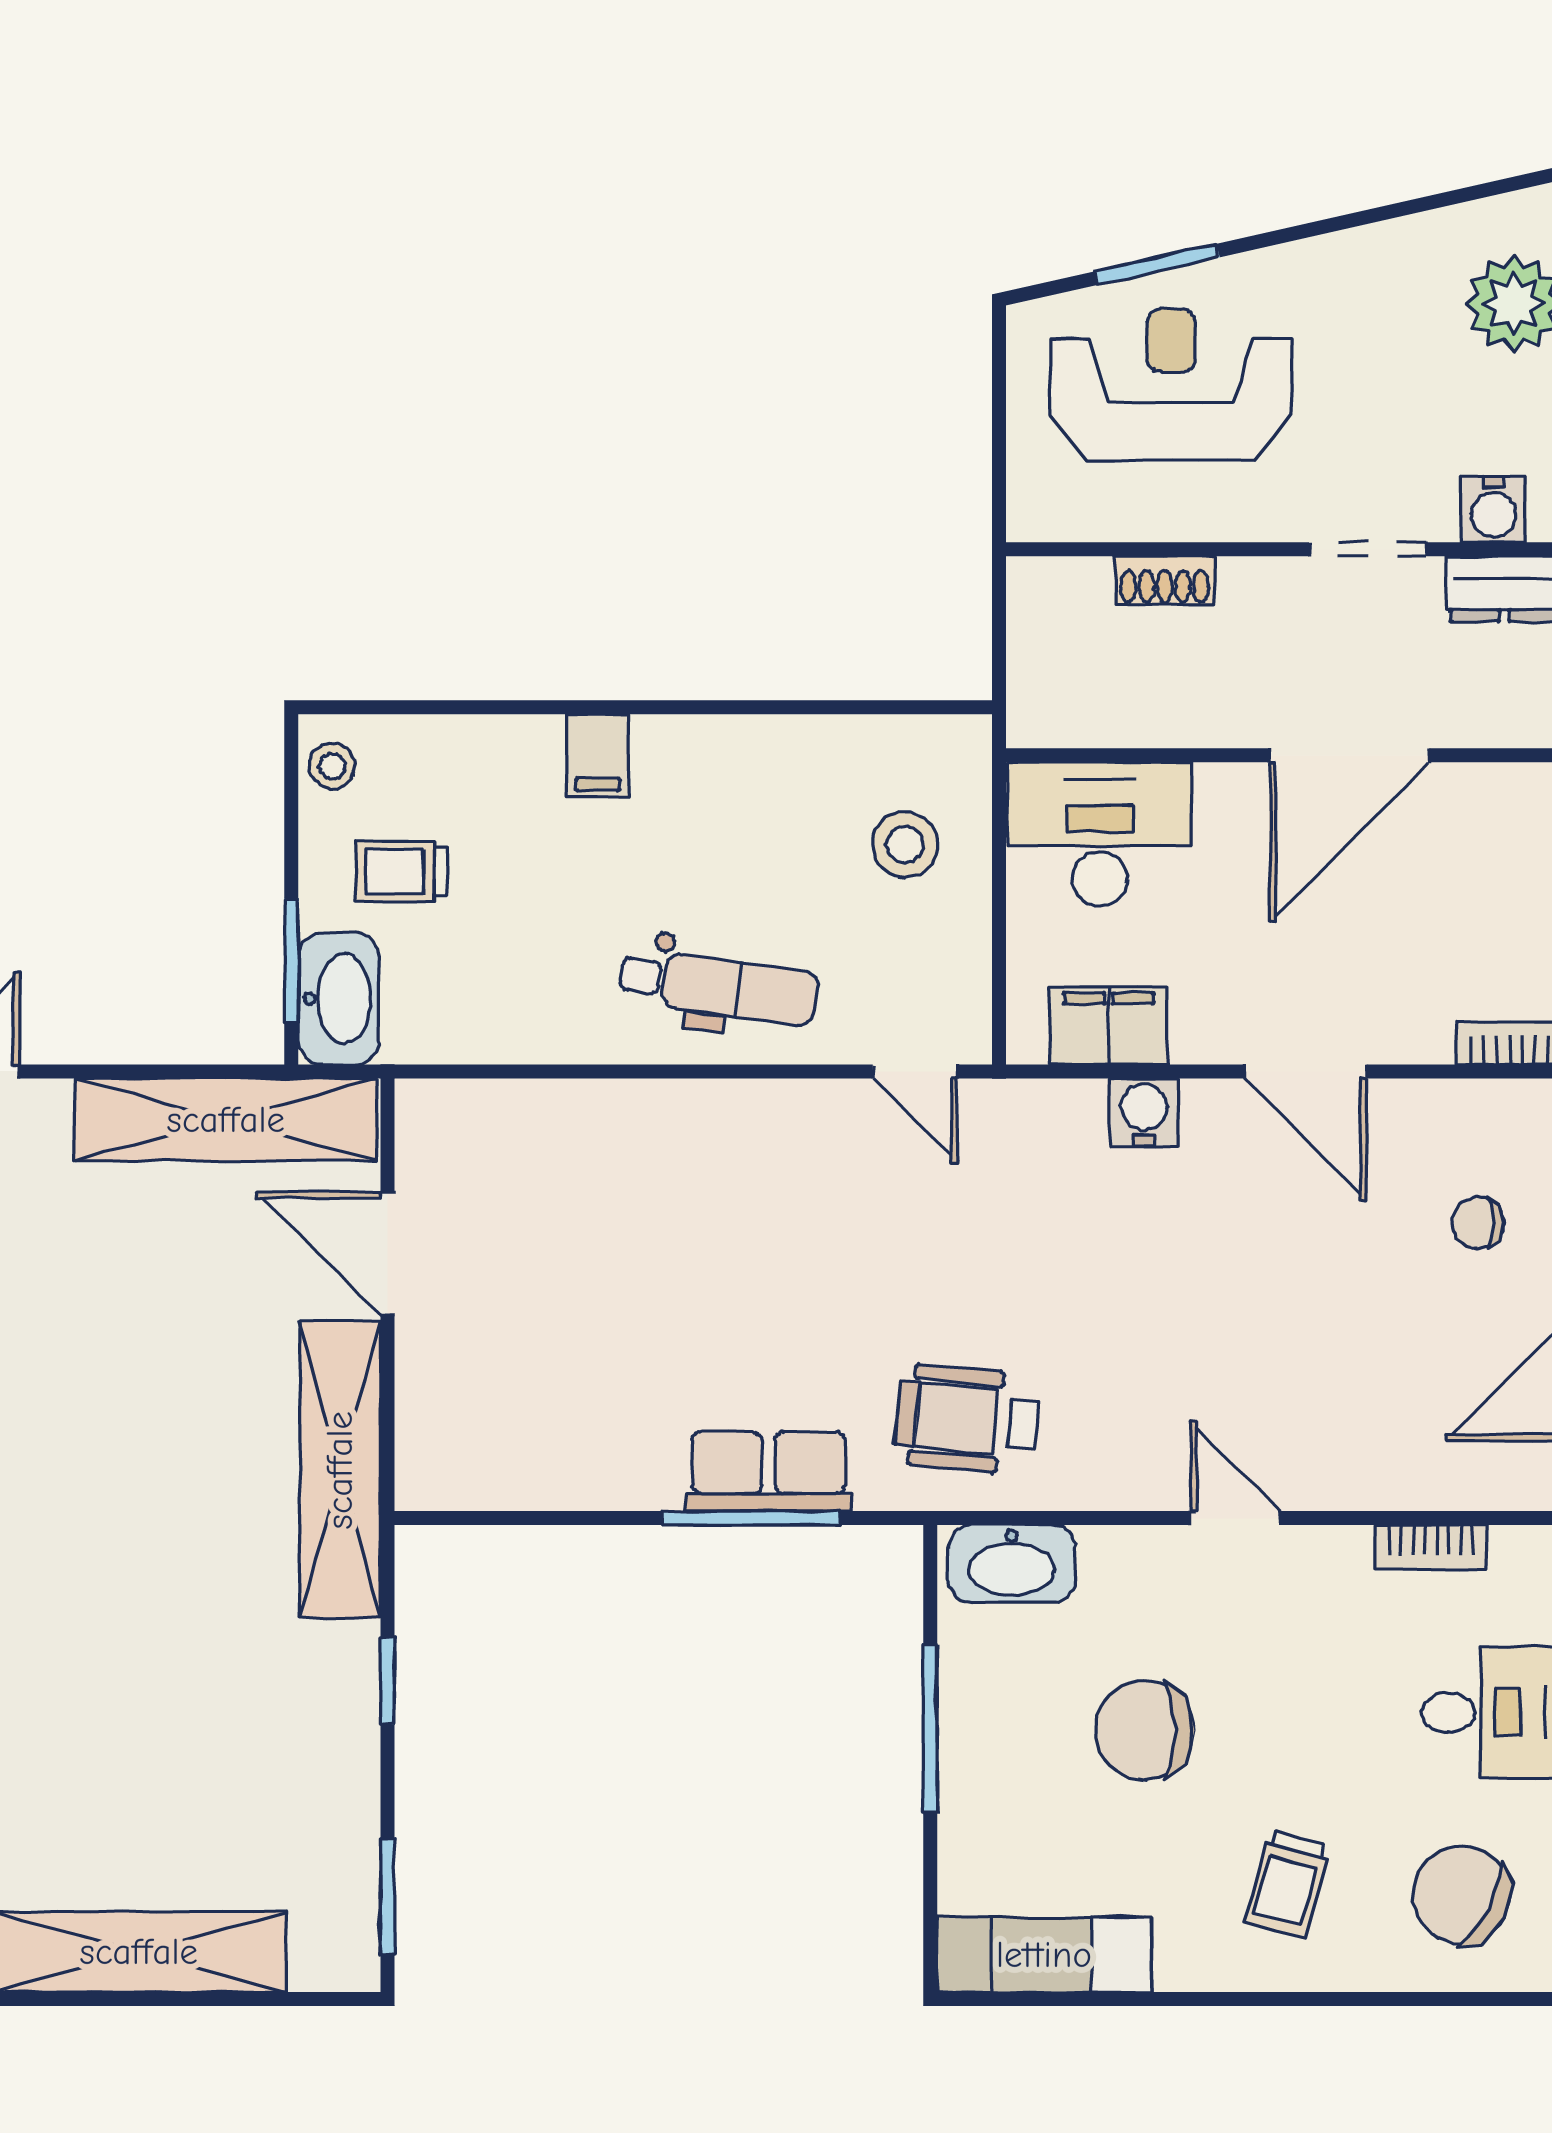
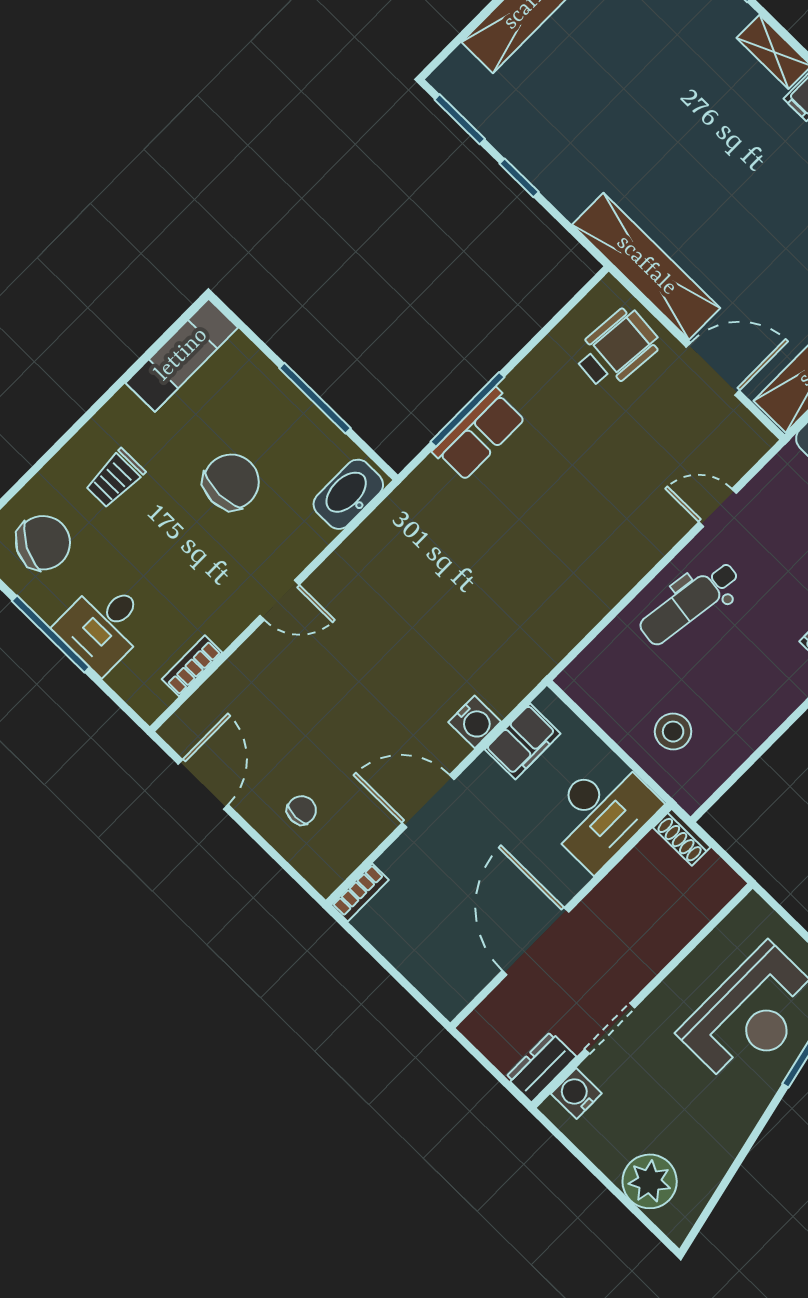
shoe rack: (1165, 580) -> (682, 837), moved, turned -90
door: (915, 1071) -> (718, 508), moved
wheelchair: (967, 1419) -> (617, 349), moved
window: (388, 1681) -> (519, 178), moved
trolley: (1287, 1884) -> (115, 478), turned -105

